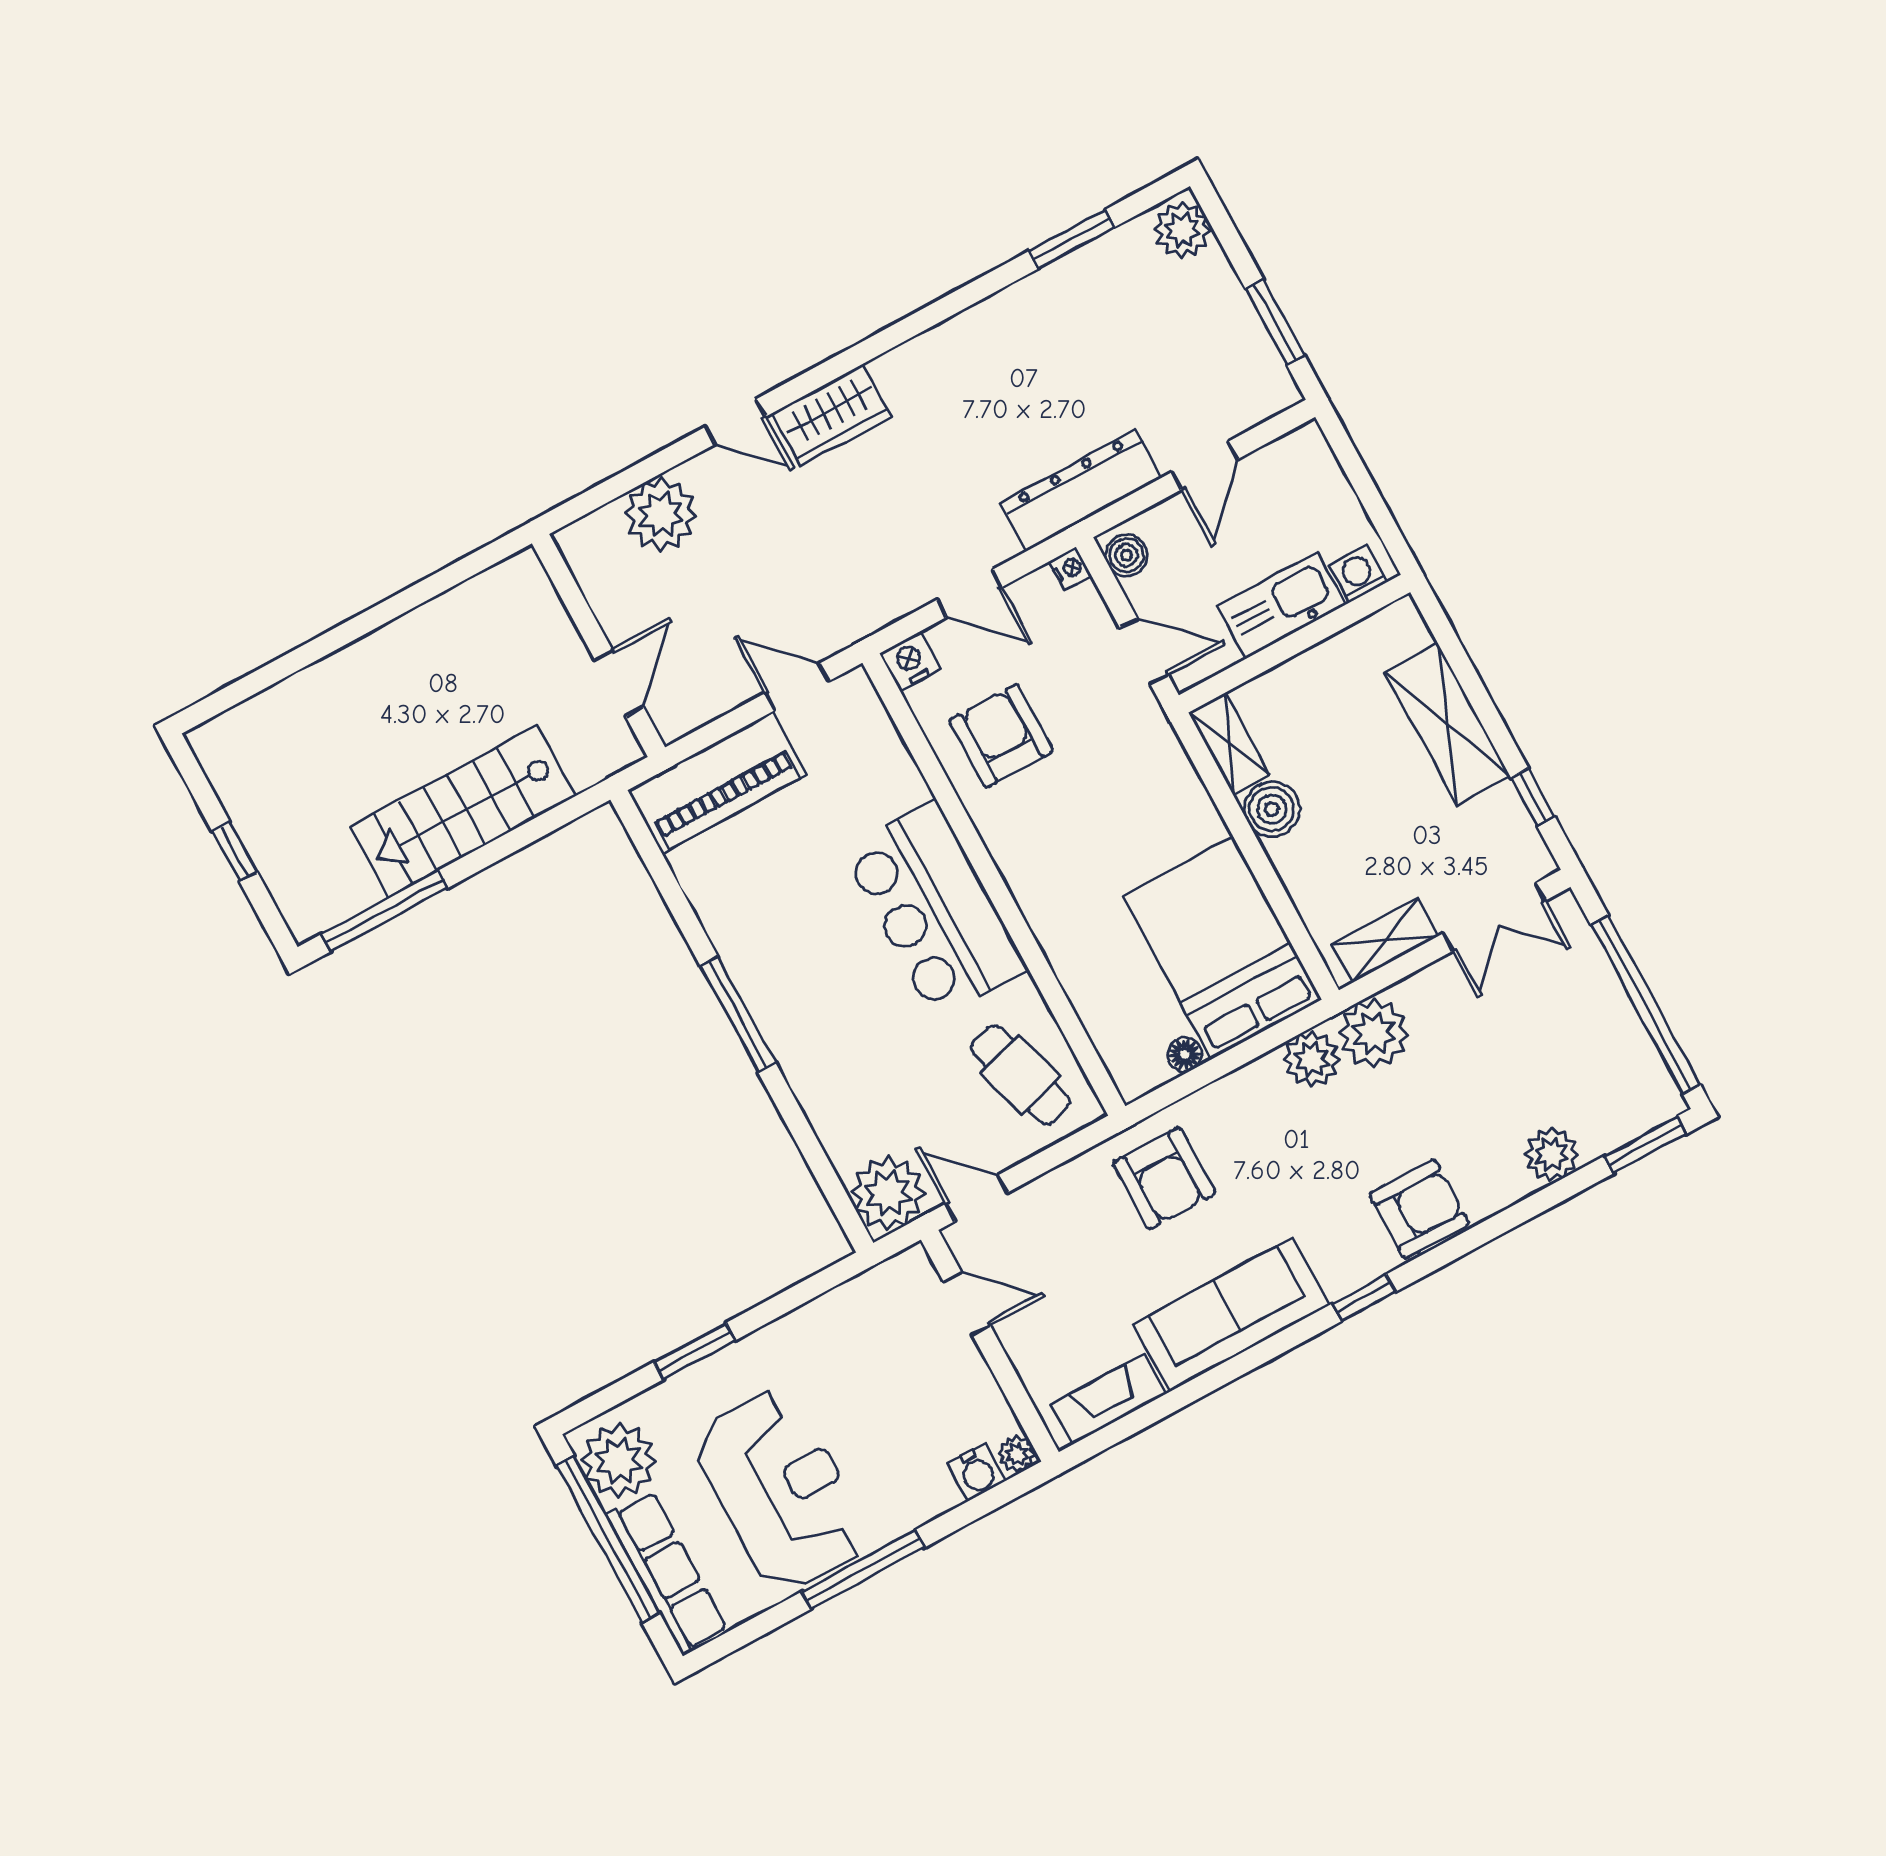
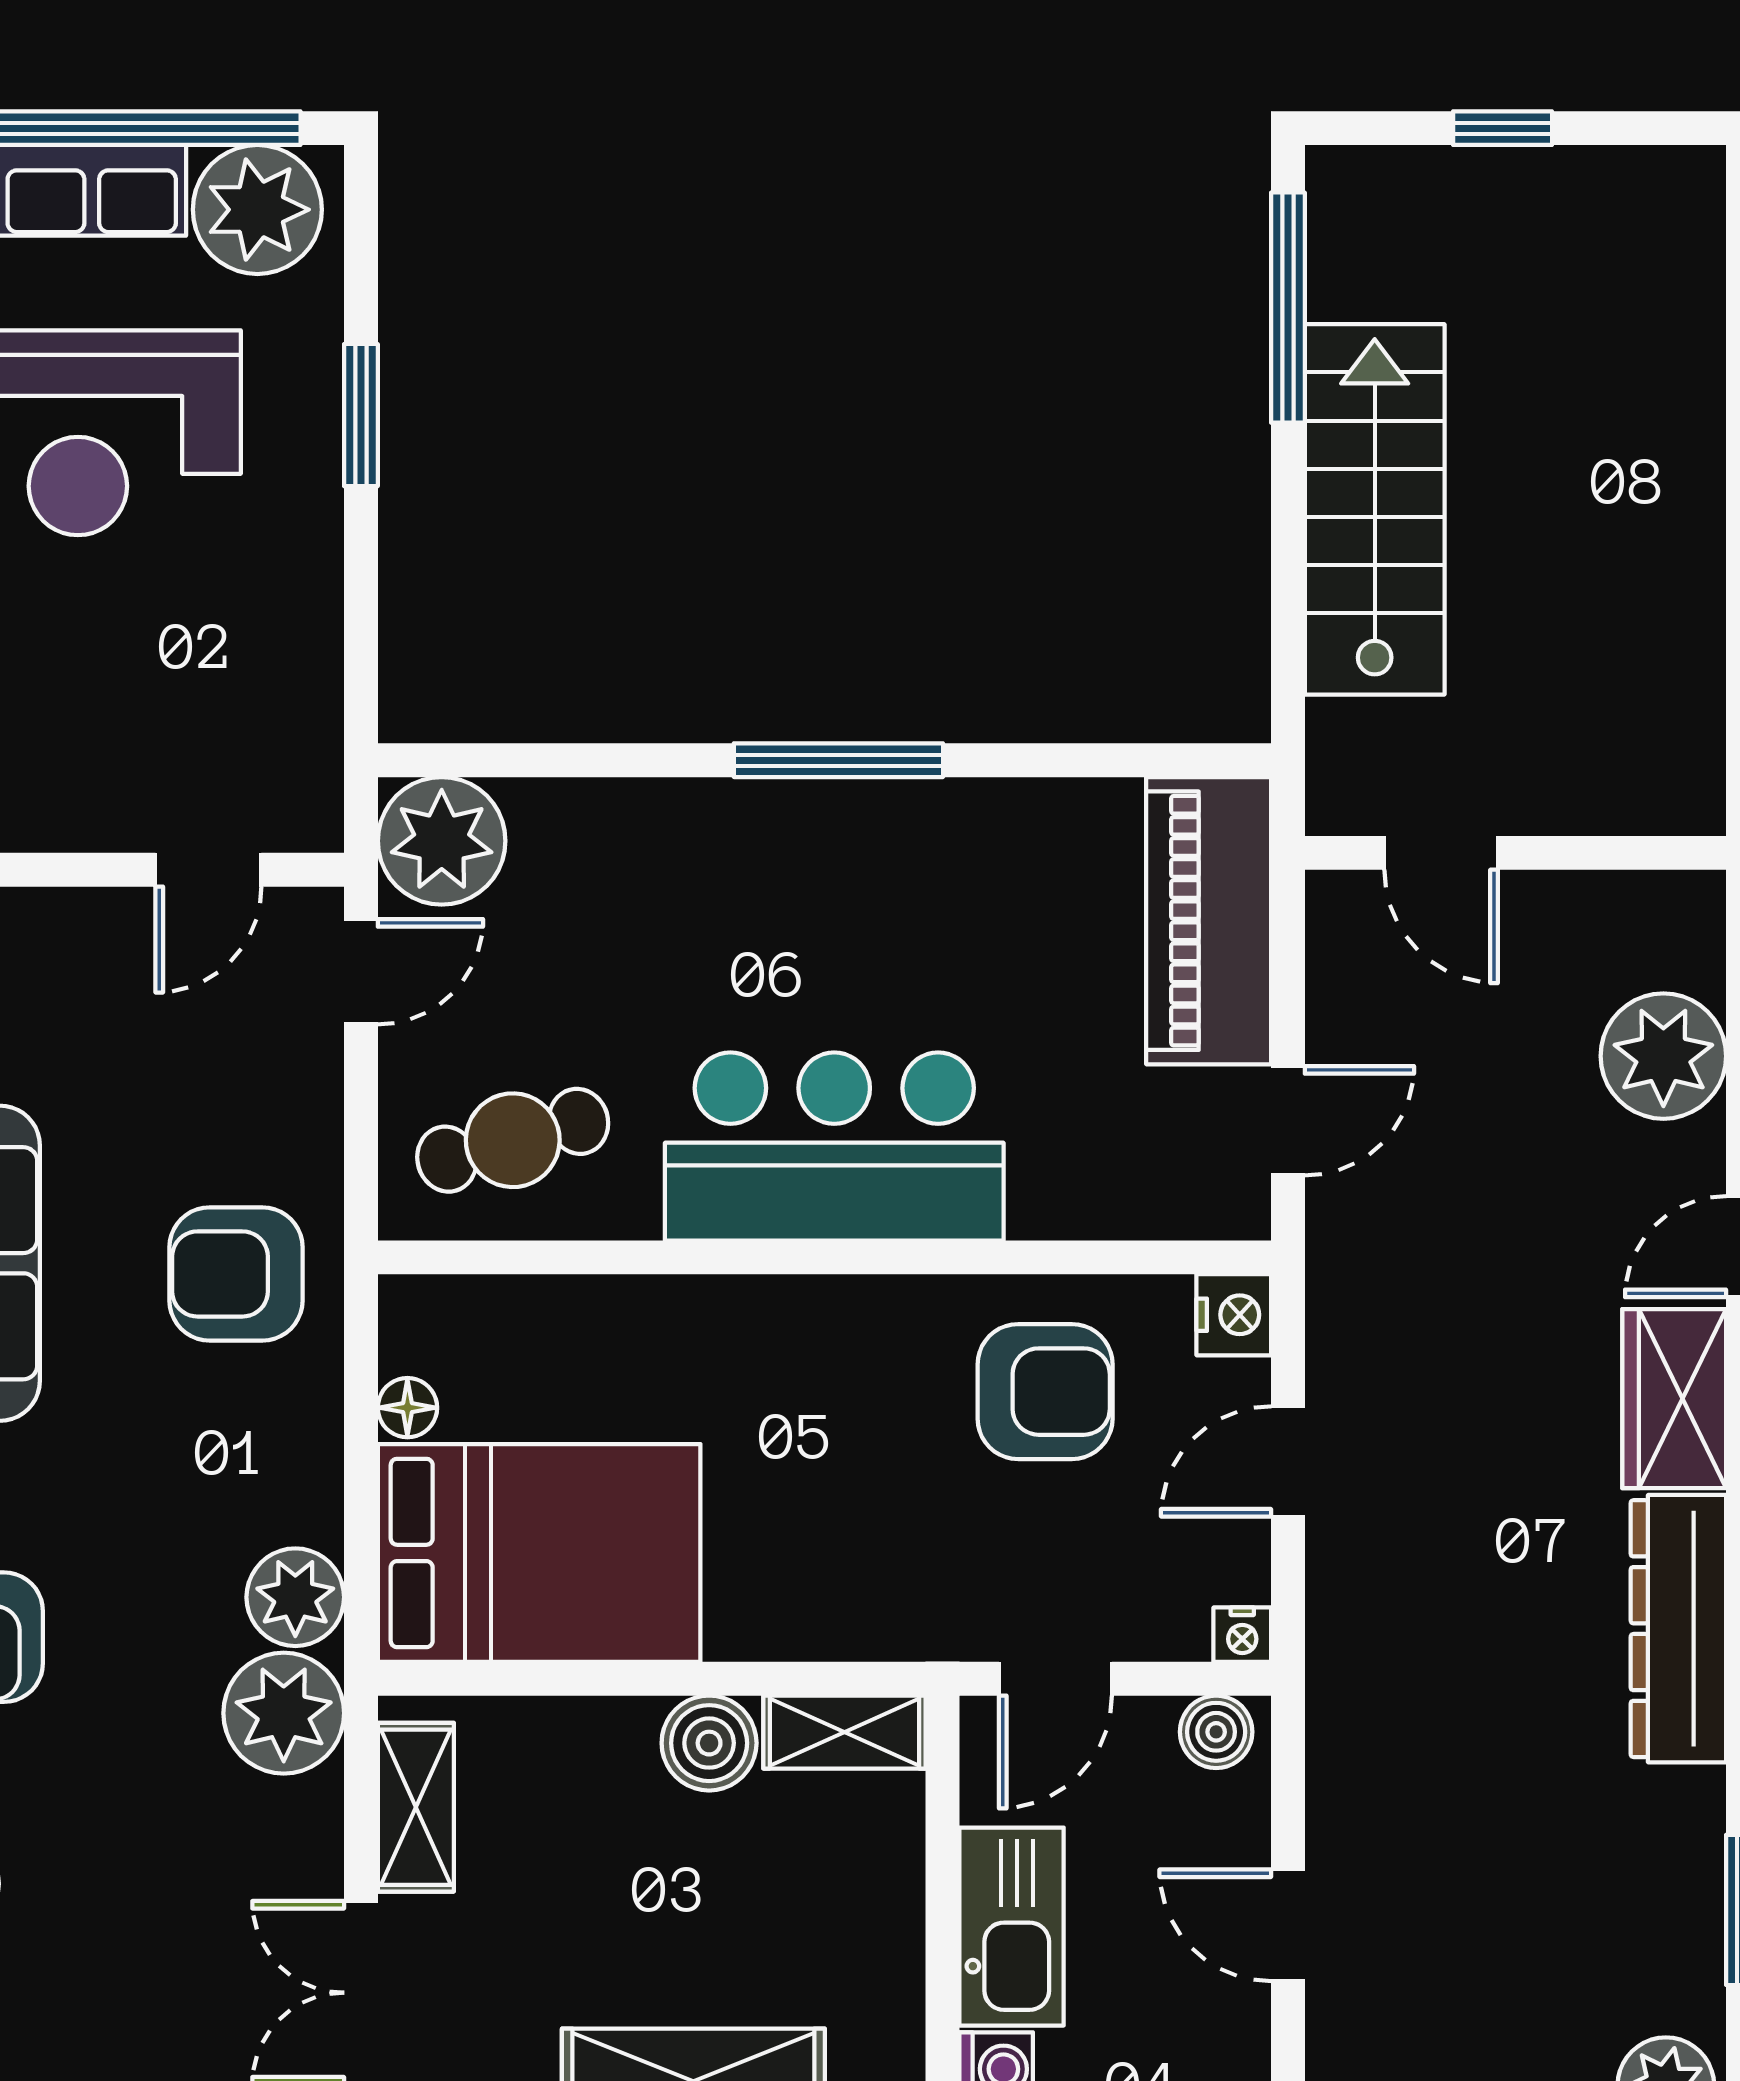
dresser: (1081, 490) -> (1678, 1629), moved, turned 180

